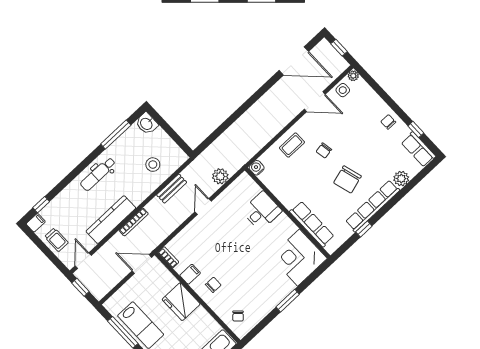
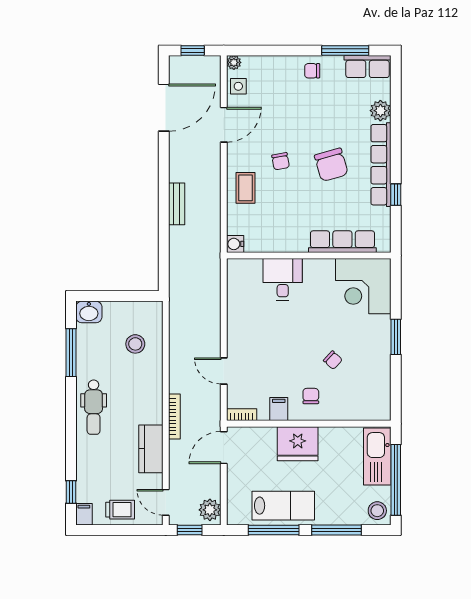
window: (416, 129) -> (345, 50), width x2.17
plant: (220, 176) -> (210, 510), moved
bench: (172, 189) -> (177, 204), moved
door: (203, 206) -> (224, 371), moved
kitchen counter: (111, 220) -> (151, 449), width x0.67
chair: (238, 316) -> (333, 360), moved

